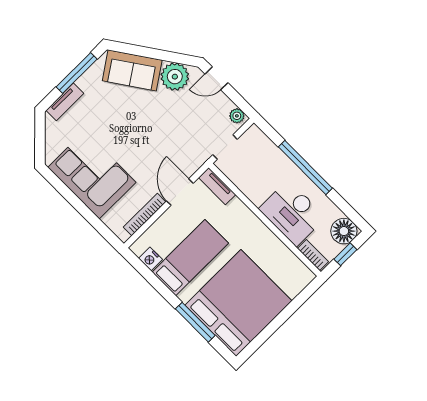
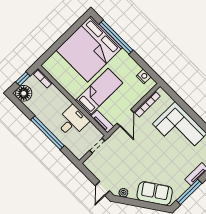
plant: (175, 77) -> (123, 193), width x0.53, depth x0.53
door: (216, 78) -> (102, 188), swing flipped
plant: (237, 116) -> (90, 165), removed
desk: (292, 213) -> (72, 121), moved, width x0.73
bed: (190, 258) -> (99, 92), moved, turned 180
window: (195, 322) -> (116, 37), width x1.46

